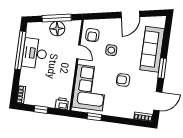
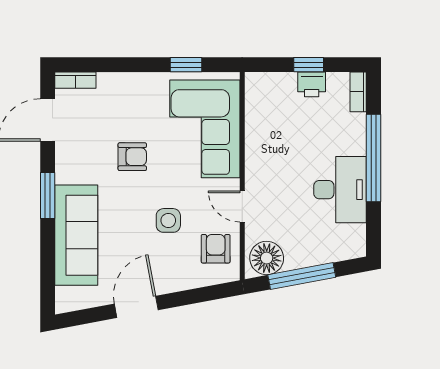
floor lamp: (57, 29) -> (267, 258), moved
window: (20, 50) -> (374, 158), moved
printer: (62, 104) -> (312, 84), moved

